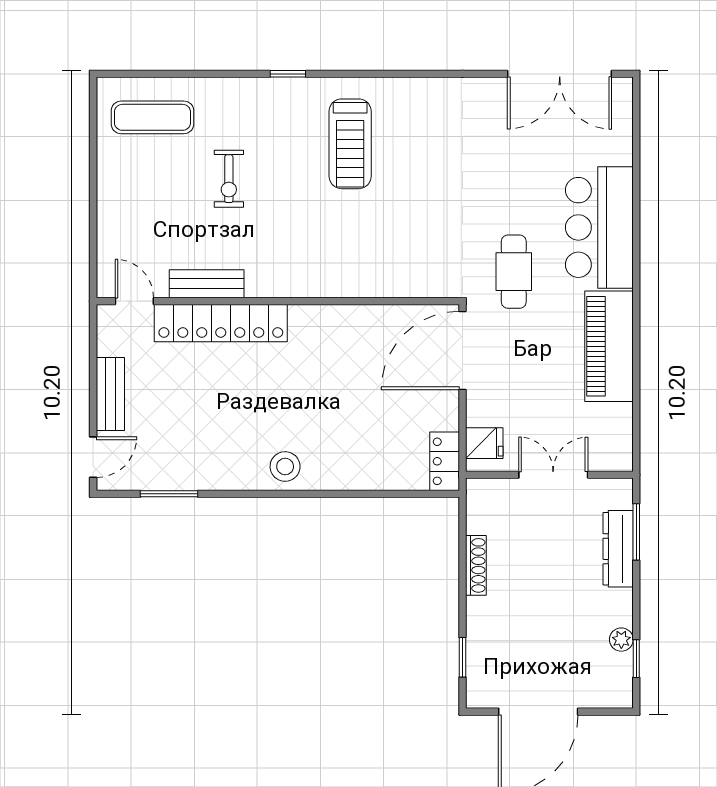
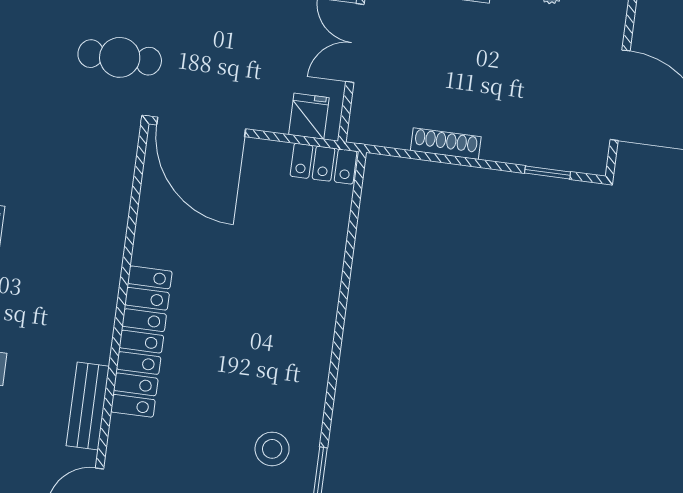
locker: (221, 323) -> (141, 342), moved
stool: (285, 466) -> (272, 449), moved

